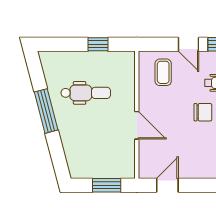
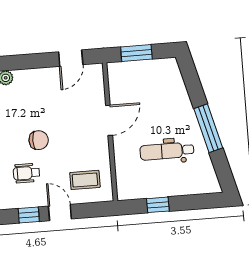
coffee table: (163, 72) -> (85, 180), turned 90
chair: (203, 112) -> (39, 140), turned 180
door: (137, 125) -> (109, 120), swing flipped

